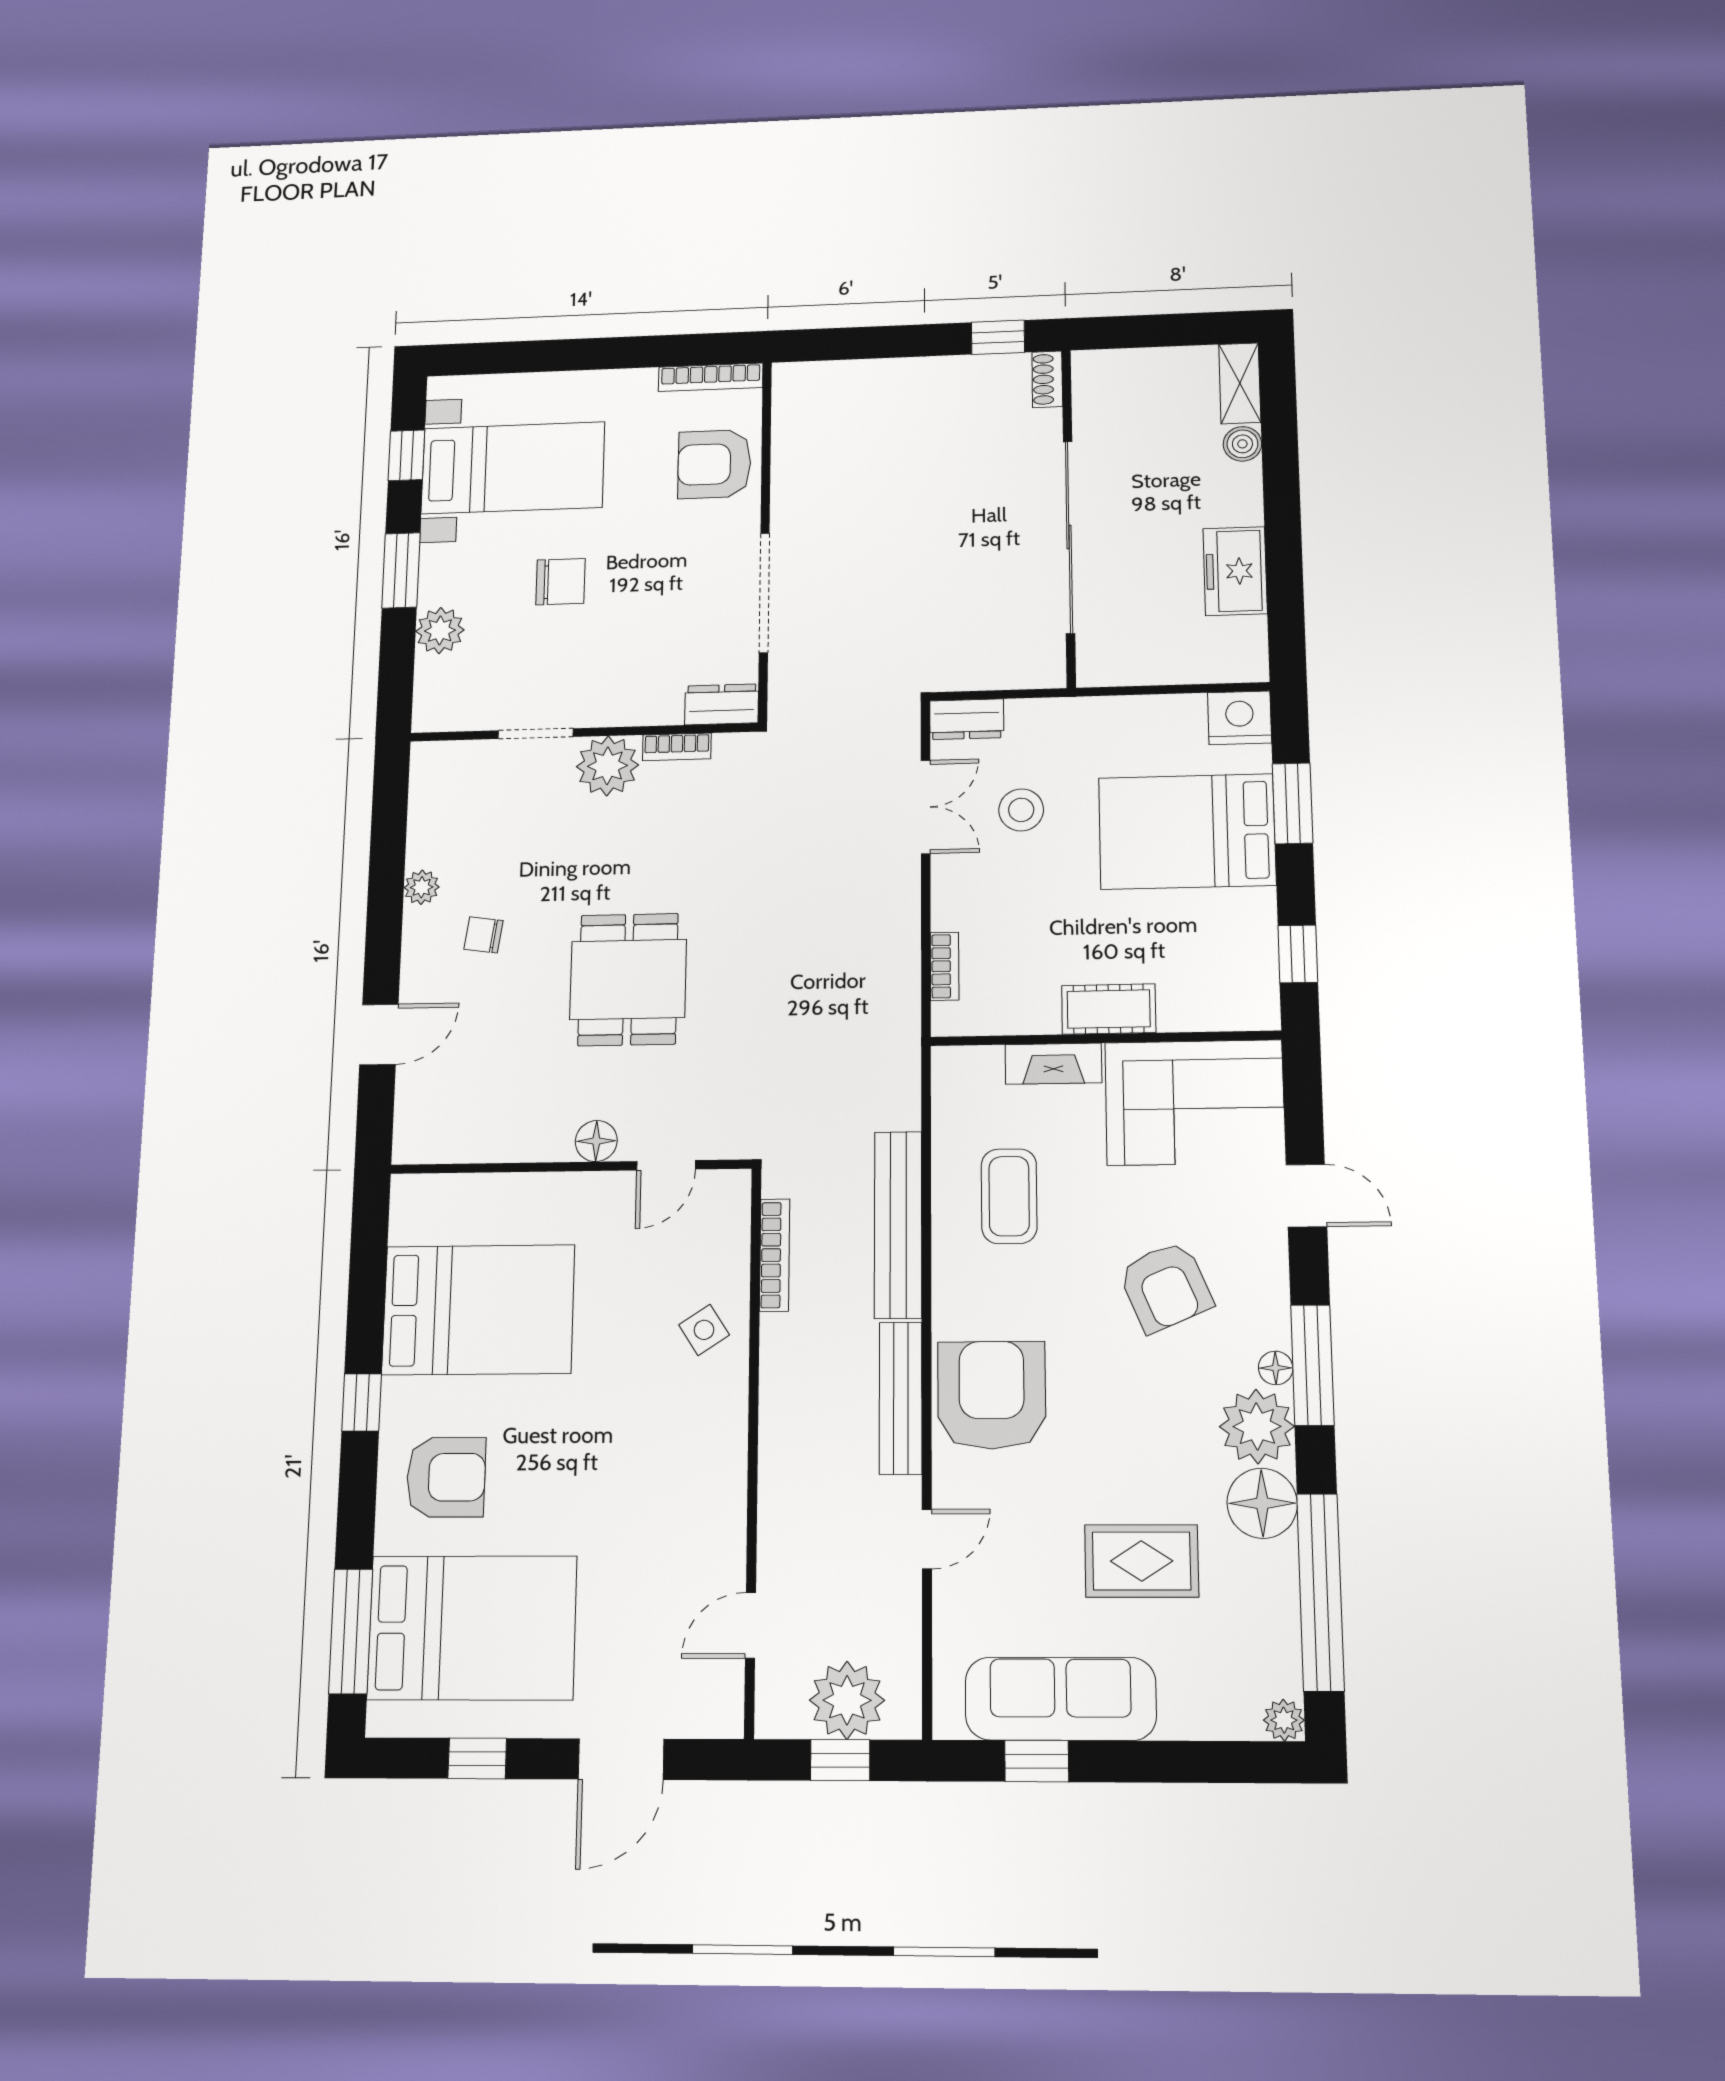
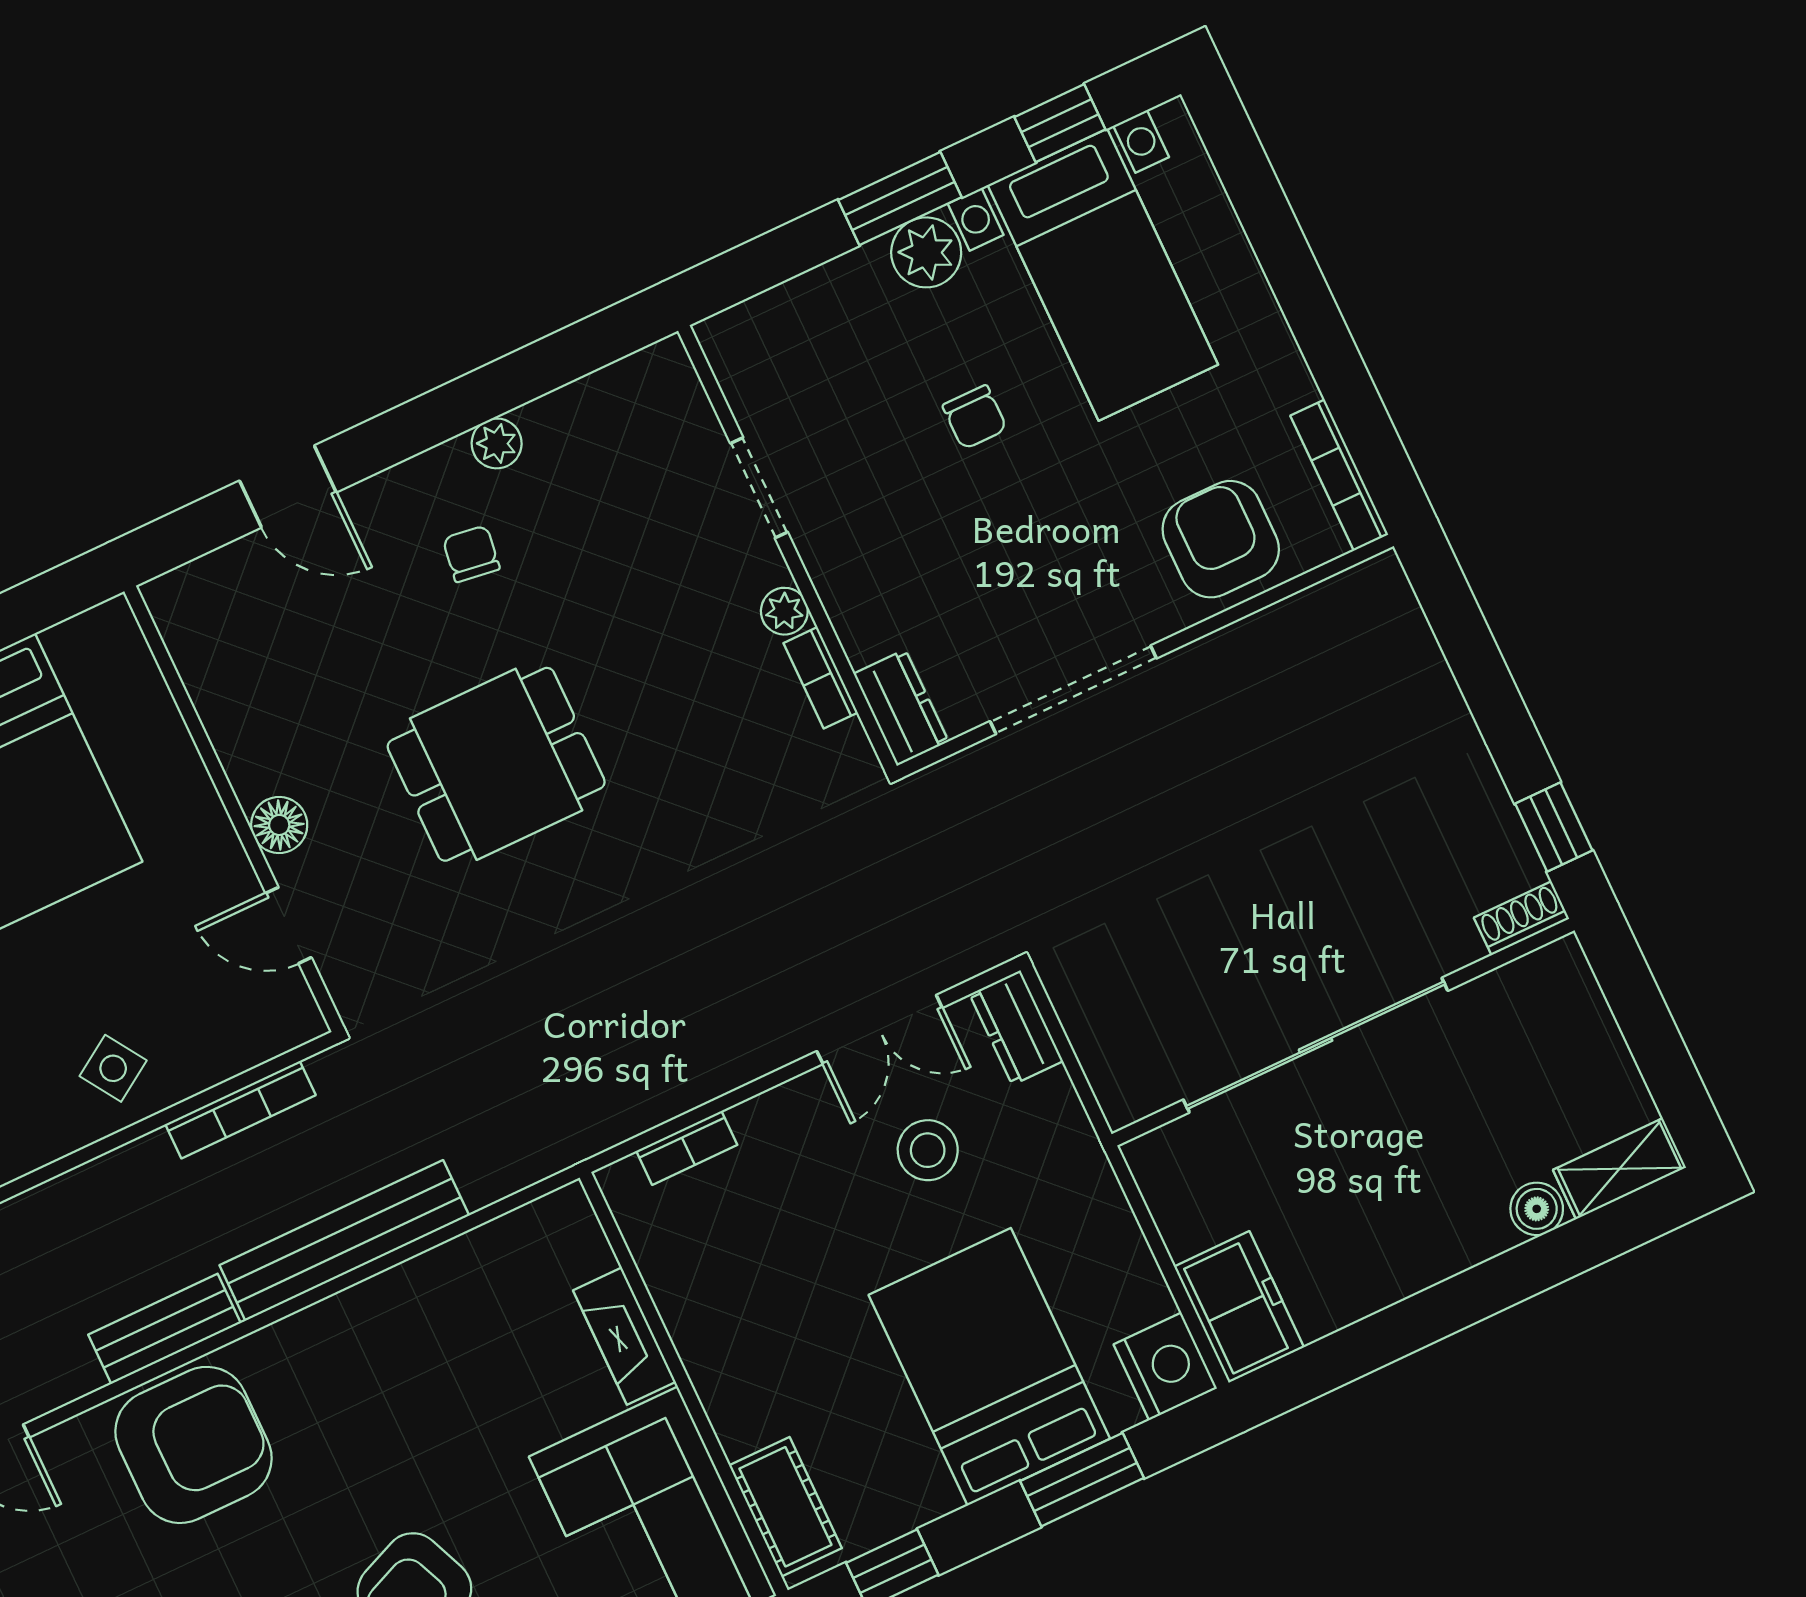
freezer: (1235, 571) -> (1239, 1307), moved, turned 90
chair: (561, 582) -> (975, 417), width x0.73, depth x0.73
plant: (440, 631) -> (926, 252), moved
plant: (607, 766) -> (784, 611), width x0.53, depth x0.53
cot: (1109, 1009) -> (785, 1507), moved
coffee table: (1009, 1196) -> (439, 1357), removed
bench: (901, 1398) -> (164, 1329), width x0.73

